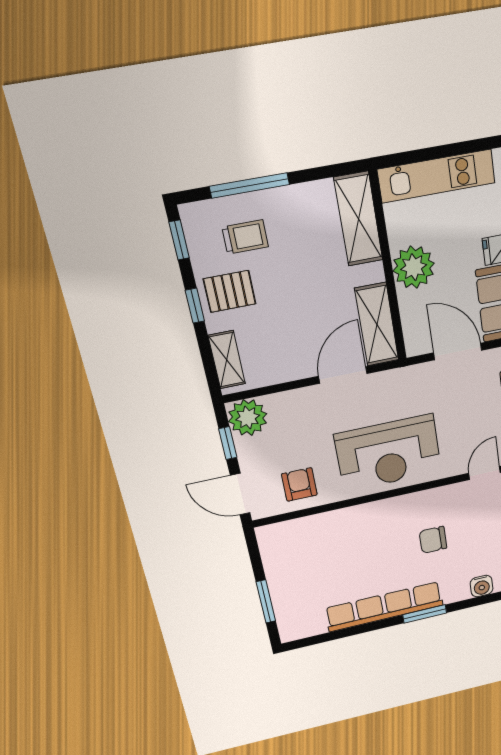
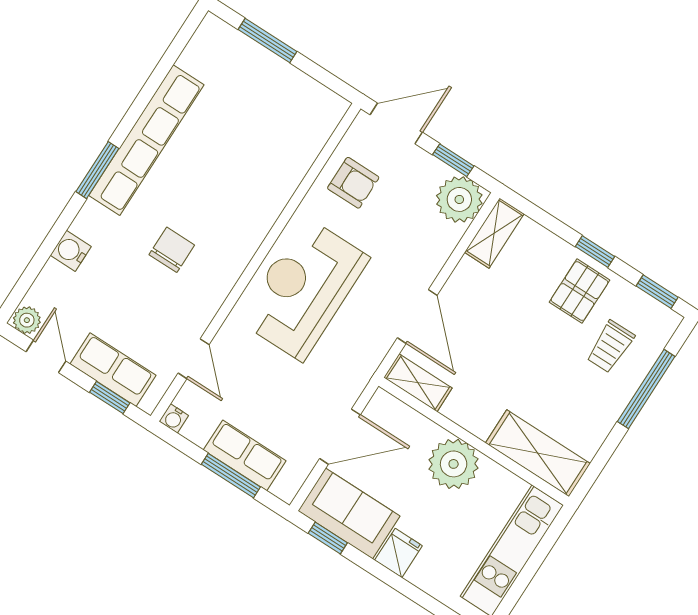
shelving: (377, 324) -> (418, 383), width x0.67, depth x0.75
shelving: (227, 360) -> (494, 233), moved, turned 90

